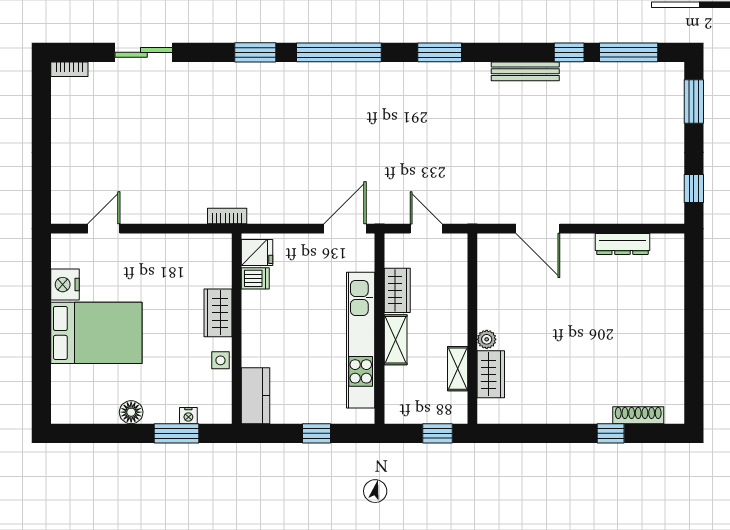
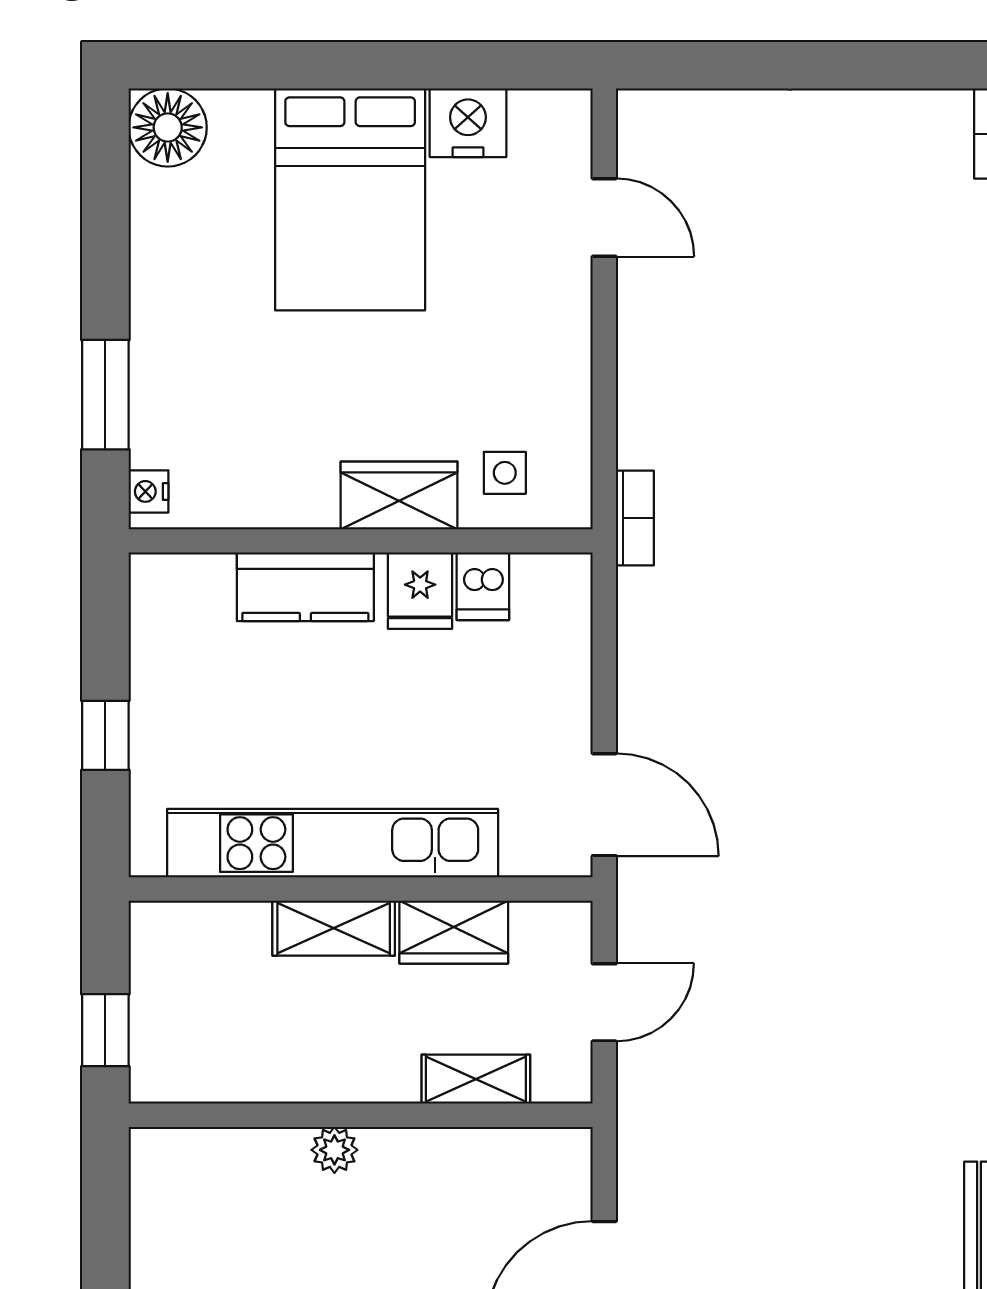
fridge: (257, 253) -> (420, 591), moved
side table: (220, 360) -> (505, 473), moved
shelving: (458, 369) -> (476, 1079), moved
wardrobe: (491, 374) -> (249, 1160), removed
kitchen counter: (255, 396) -> (305, 587), moved
floor lamp: (131, 412) -> (168, 127), moved, width x1.38, depth x1.38
nightstand: (188, 416) -> (149, 491), moved

